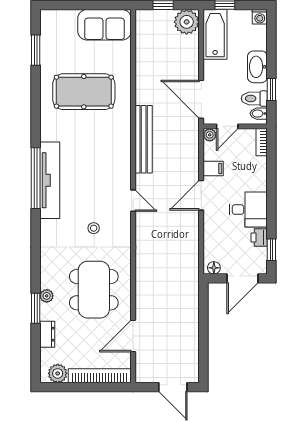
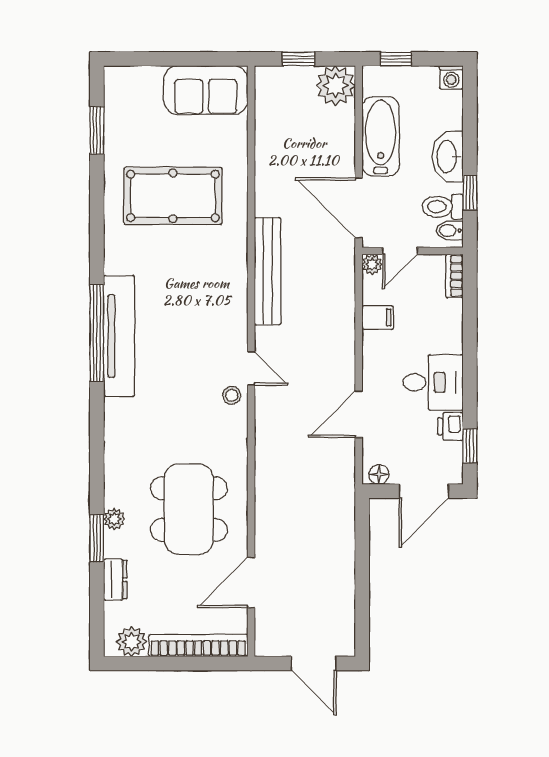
bathtub: (215, 34) -> (381, 136), moved
door: (201, 195) -> (359, 414), moved
stool: (94, 228) -> (232, 395), moved

